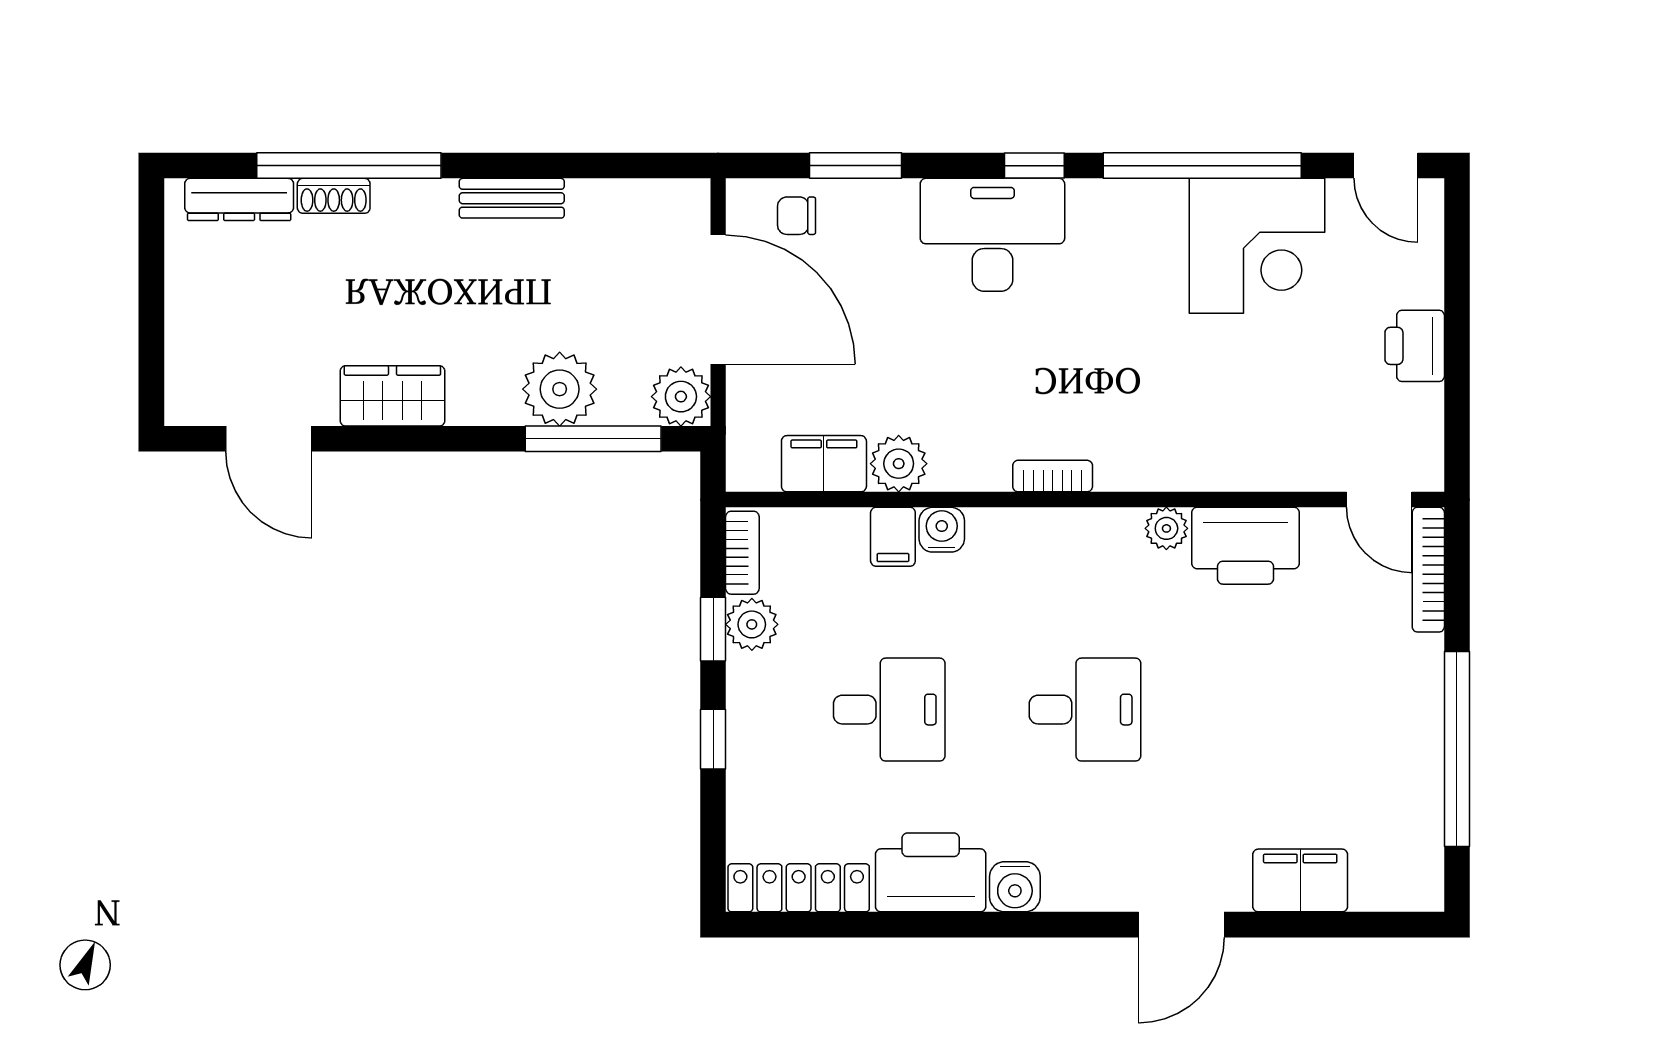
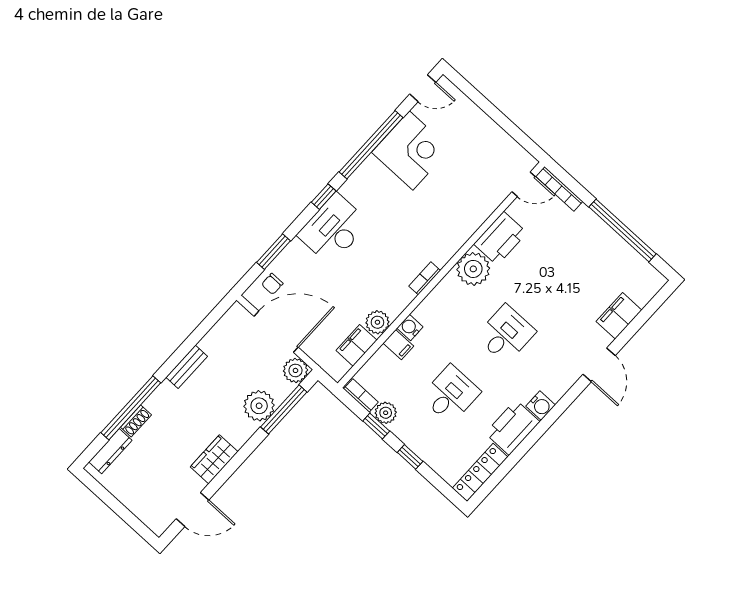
printer: (1415, 346) -> (486, 130), removed
plant: (1166, 528) -> (473, 269), width x1.87, depth x1.87

